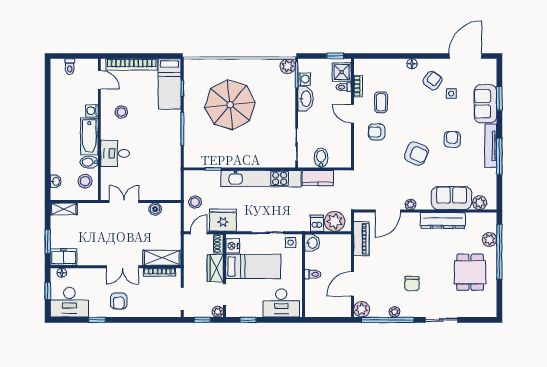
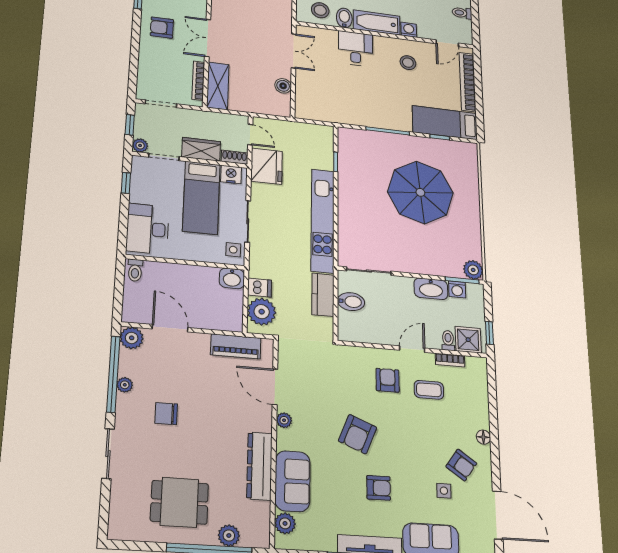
stool: (195, 202) -> (292, 135), removed
toilet: (313, 274) -> (135, 270), moved

